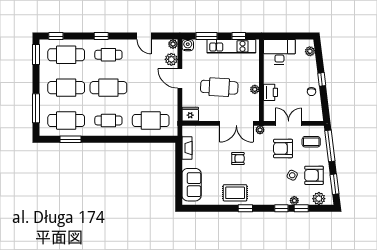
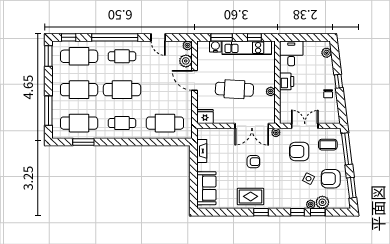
window: (101, 36) -> (115, 37), width x3.17
water cooler: (188, 45) -> (215, 46), moved
desk: (279, 52) -> (291, 53), width x0.73
printer: (271, 92) -> (287, 81), moved
plant: (319, 199) -> (322, 202), moved

